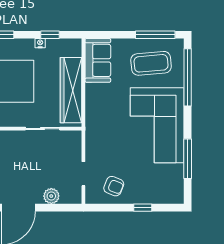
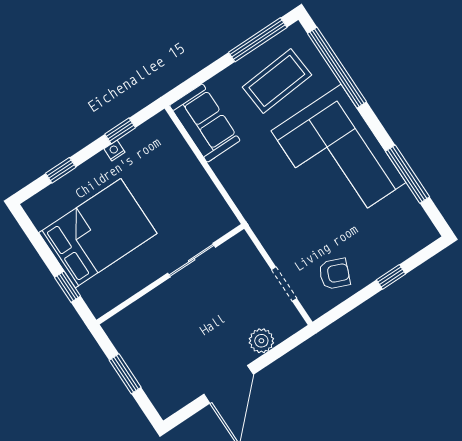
wardrobe: (71, 90) -> (195, 185), removed

